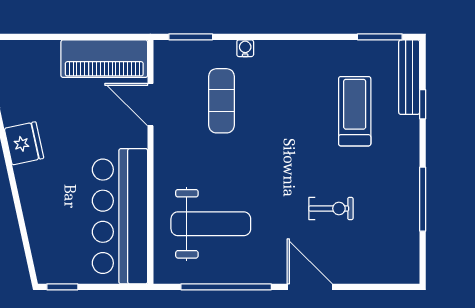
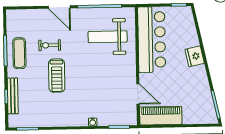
bench: (409, 77) -> (13, 96), moved
exercise mat: (221, 101) -> (19, 53), moved
treadmill: (355, 111) -> (57, 76), moved
fridge: (24, 143) -> (195, 56), moved

